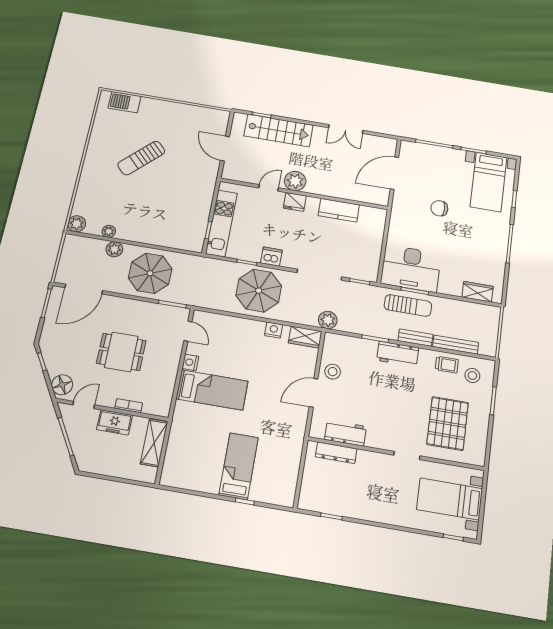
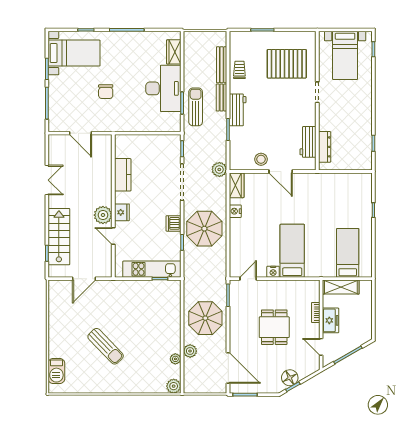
door: (394, 173) -> (80, 133), width x0.73
desk: (411, 268) -> (163, 88), moved
stool: (472, 375) -> (245, 49), removed
floor lamp: (62, 385) -> (290, 378), moved
bed: (239, 466) -> (348, 253), moved, turned 90

